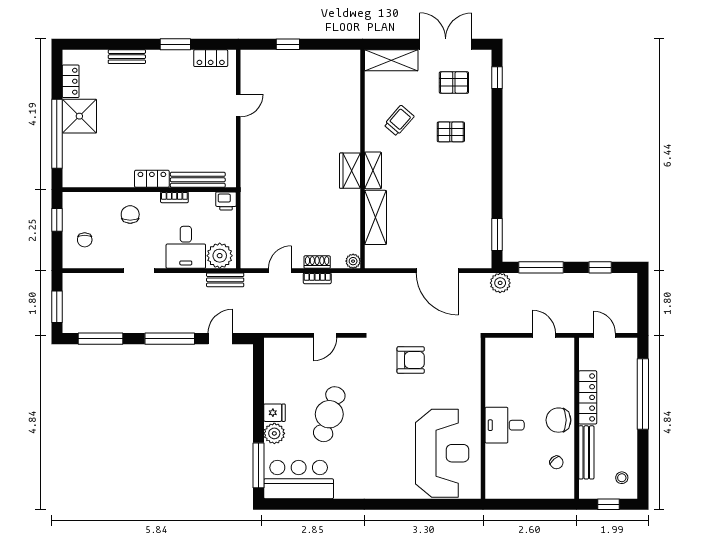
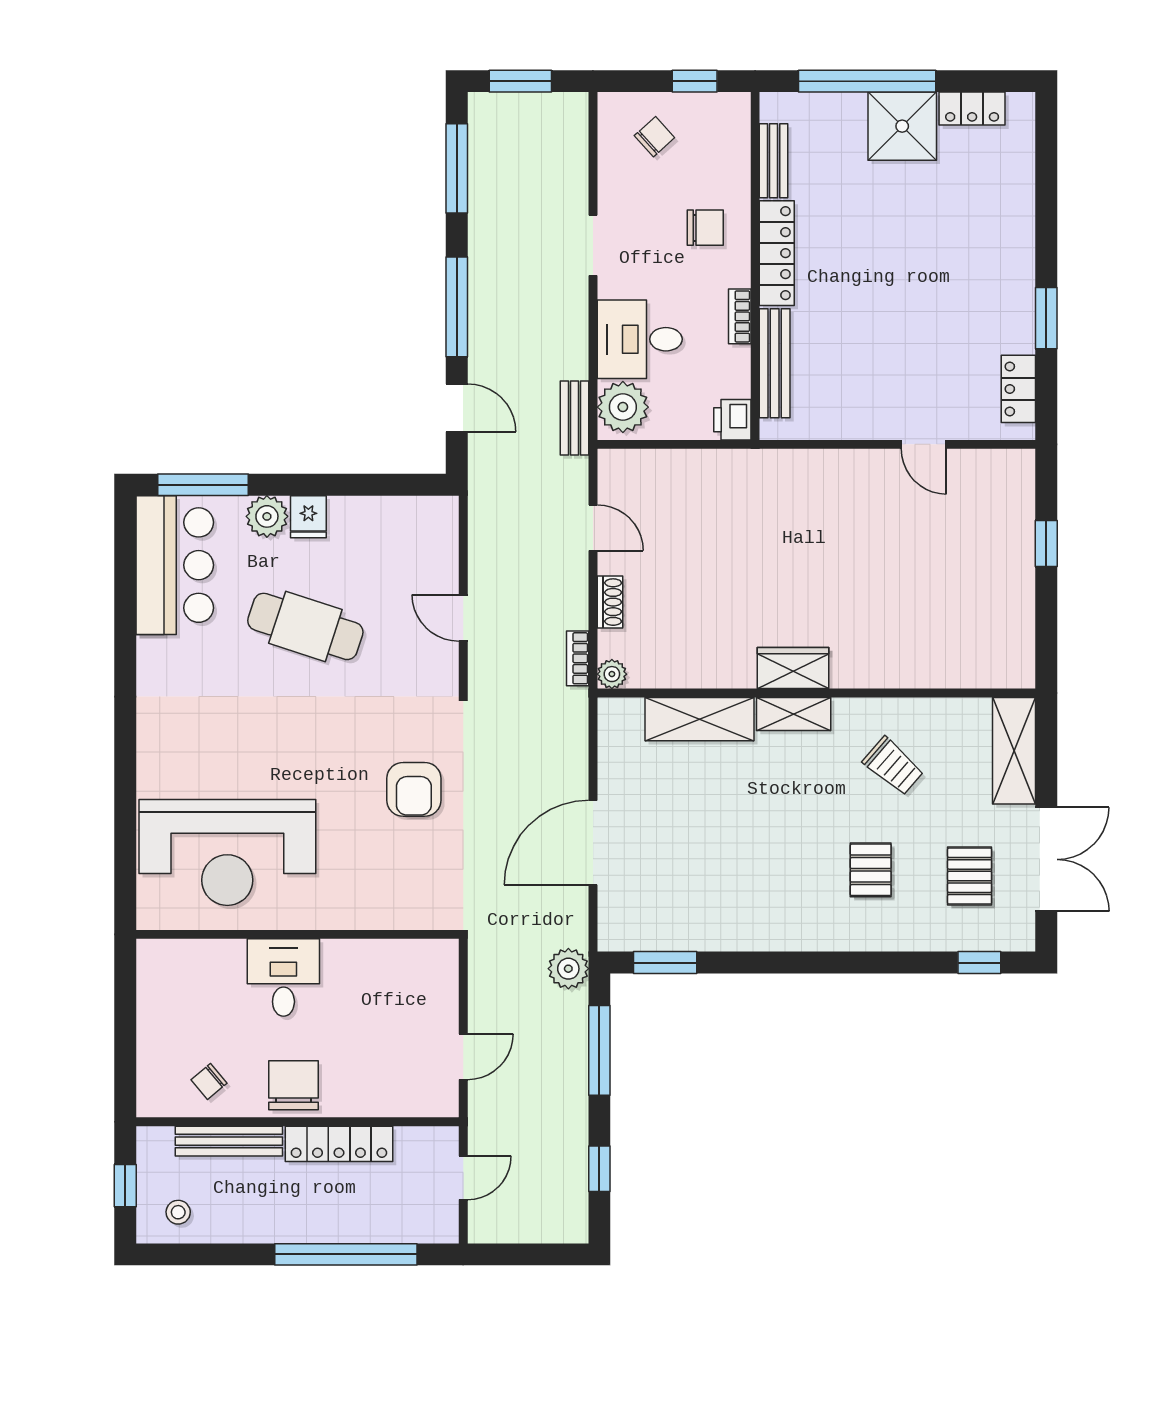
bench: (127, 57) -> (774, 161), moved
locker: (152, 179) -> (777, 253), width x1.53
chair: (85, 240) -> (654, 137), turned 138
bookcase: (317, 278) -> (578, 658), moved

